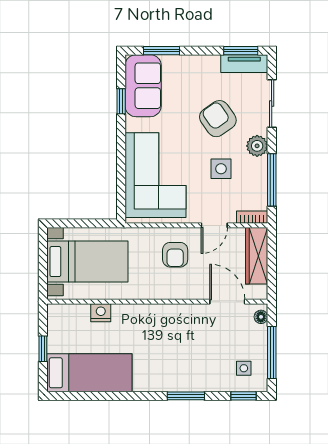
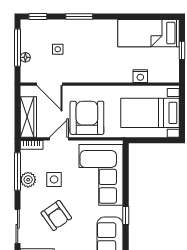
window: (121, 101) -> (126, 216), moved
plant: (257, 146) -> (28, 180), moved
armchair: (175, 255) -> (87, 118), width x1.88, depth x1.88
floor lamp: (261, 317) -> (25, 57), moved
side table: (244, 368) -> (58, 49), moved

